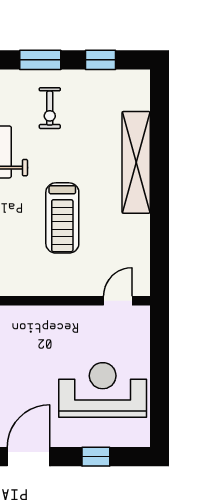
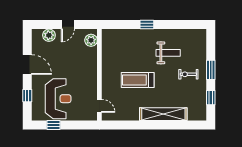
window: (159, 400) -> (53, 125), added

